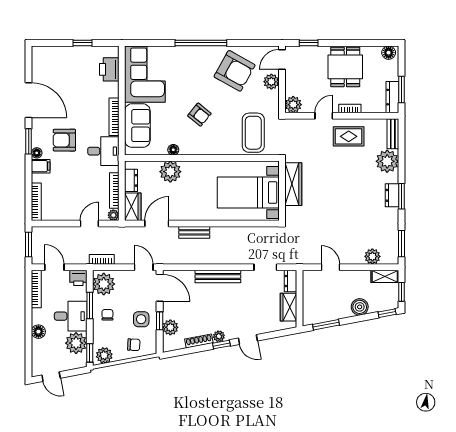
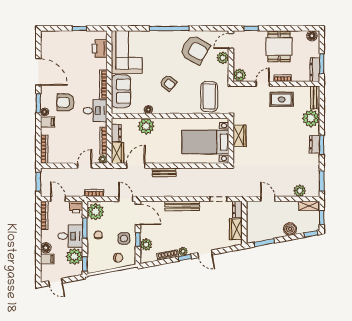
wardrobe: (293, 184) -> (239, 136), width x0.67
filing cabinet: (40, 346) -> (47, 259), added
plant: (104, 355) -> (96, 266), removed

